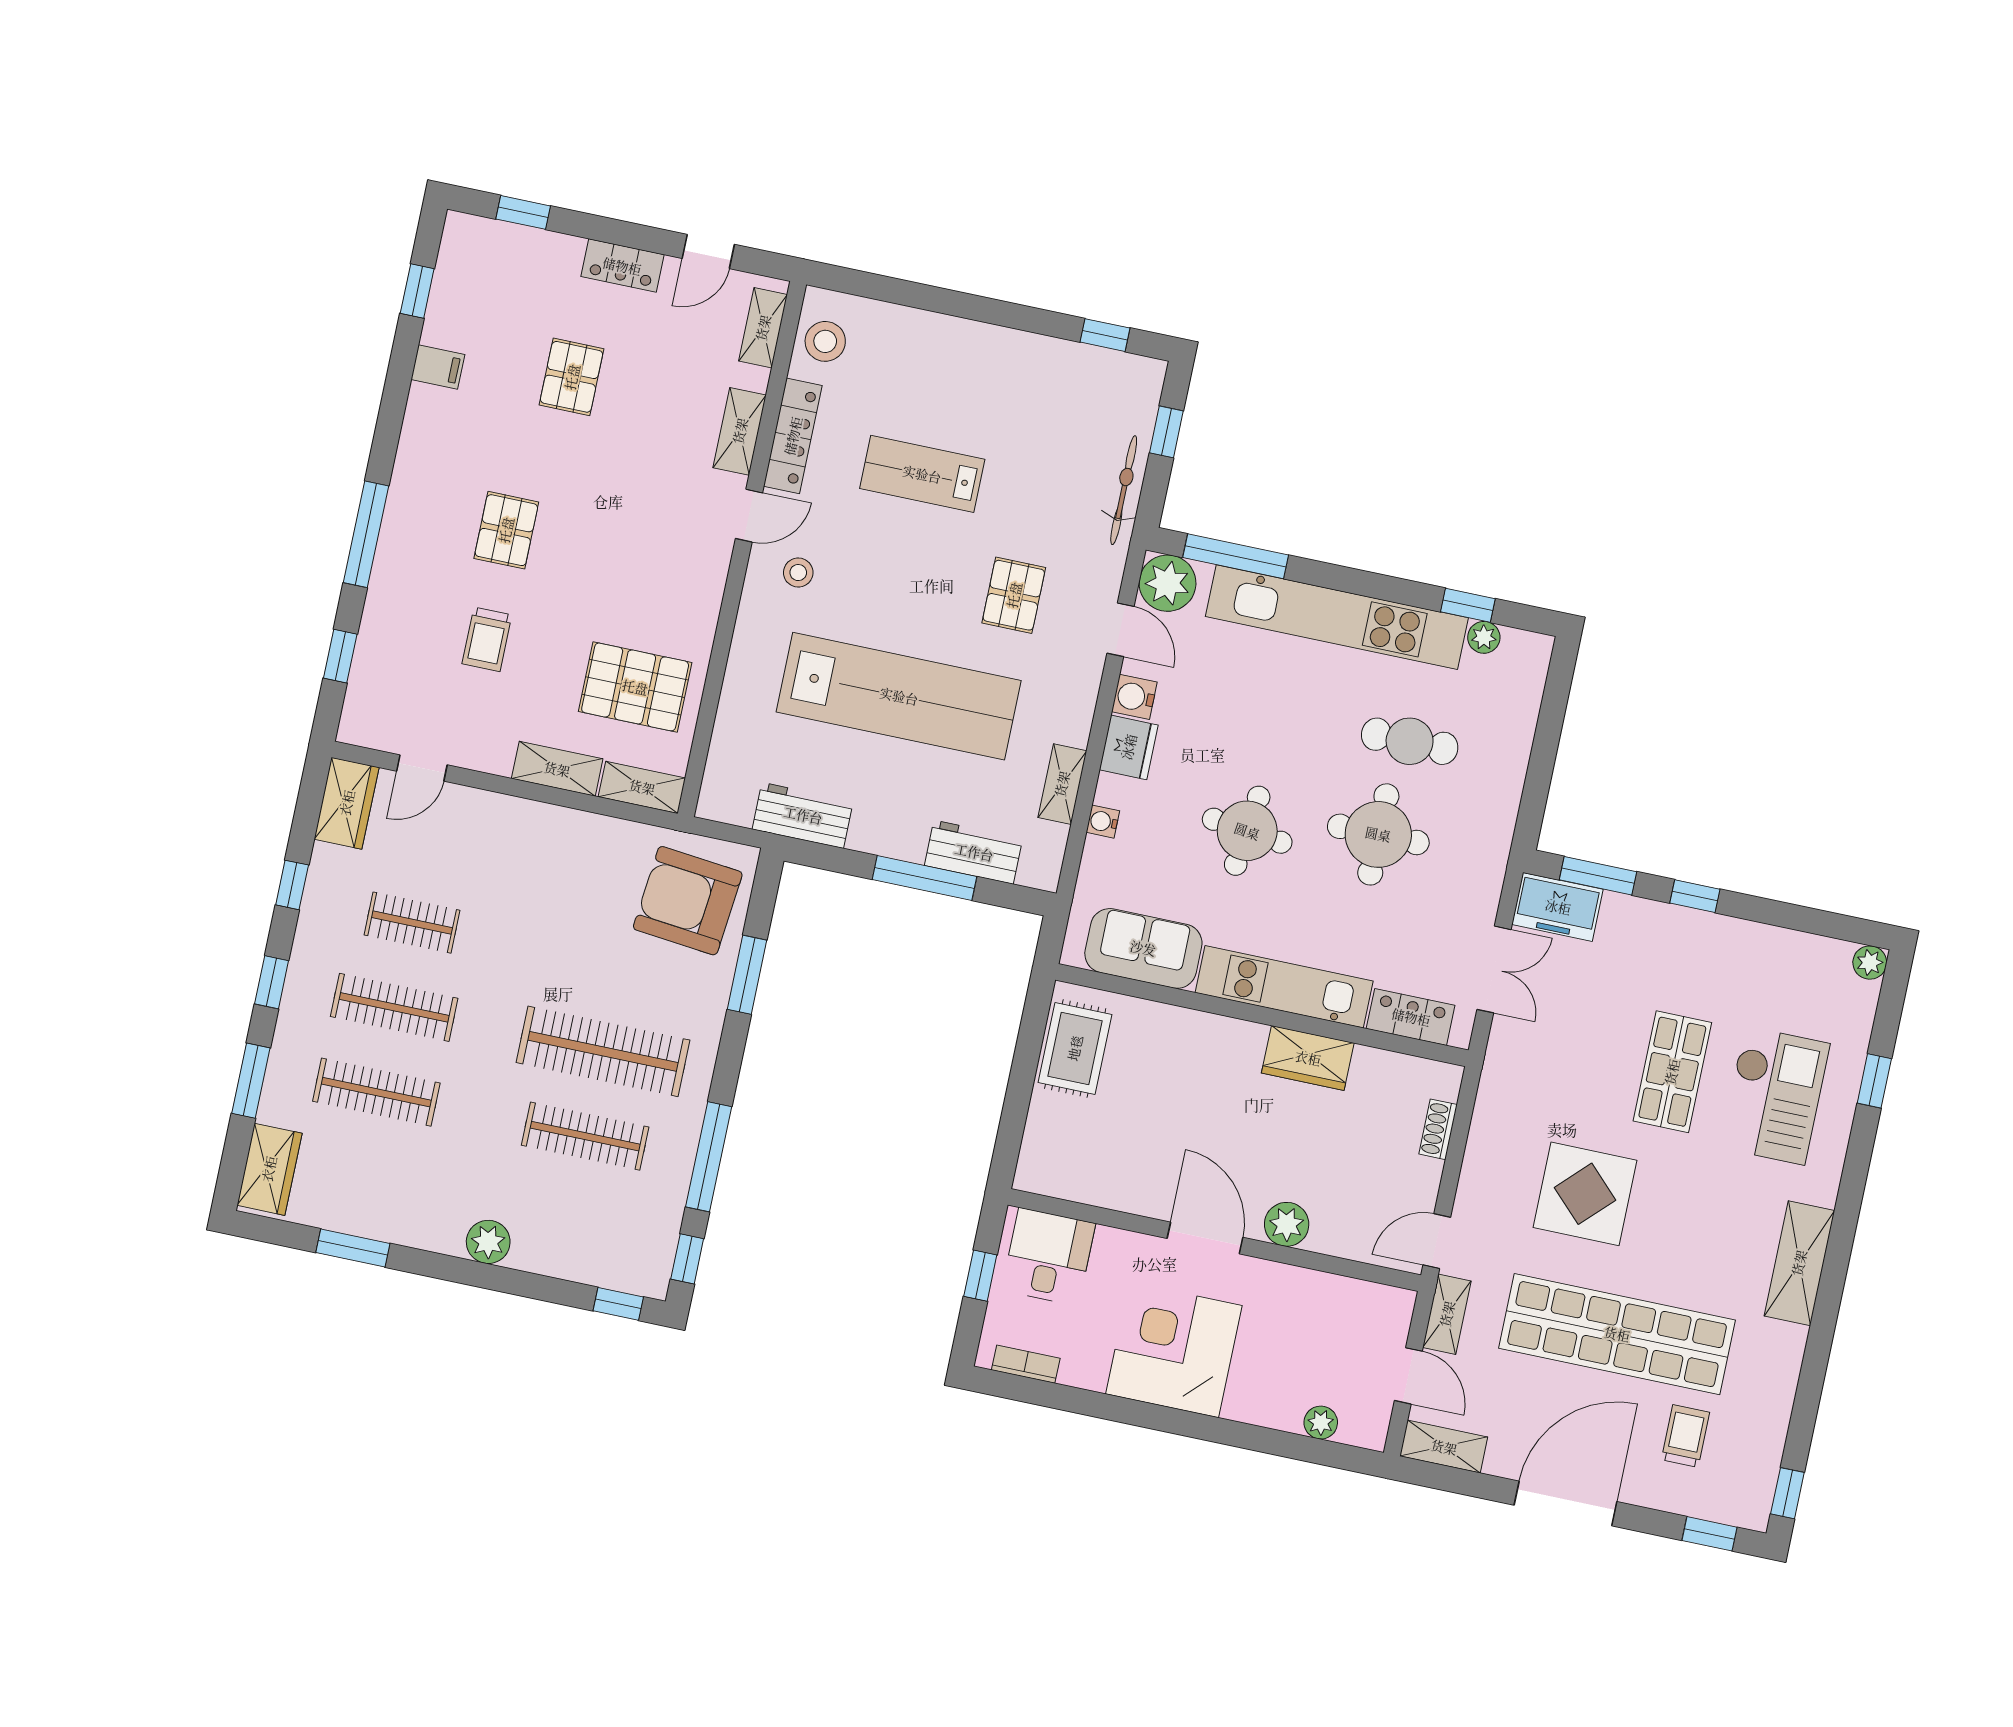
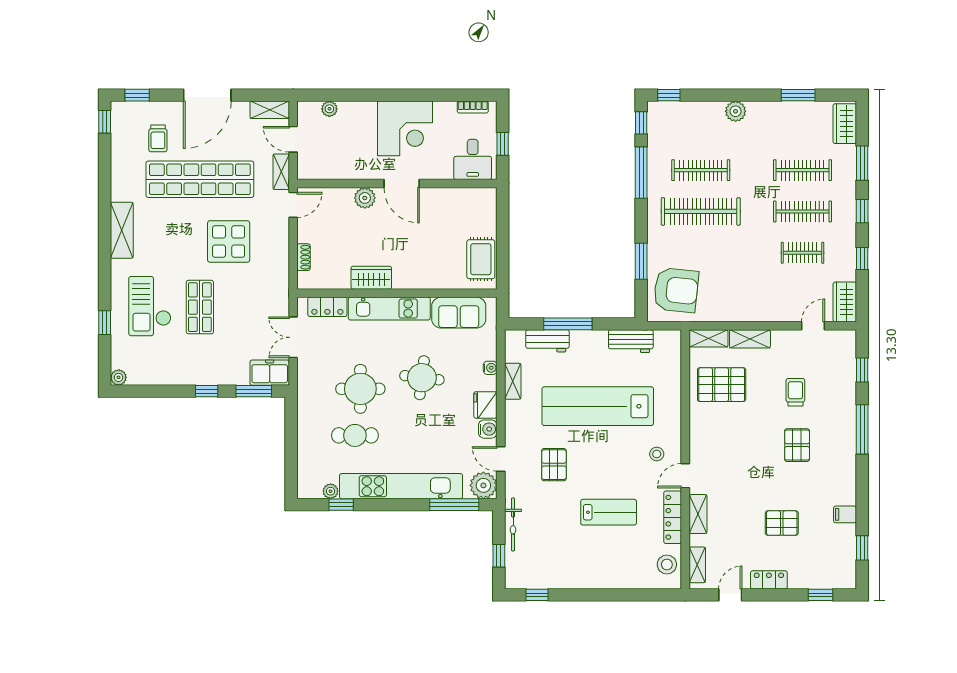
pallet: (572, 377) -> (782, 523), turned 90

